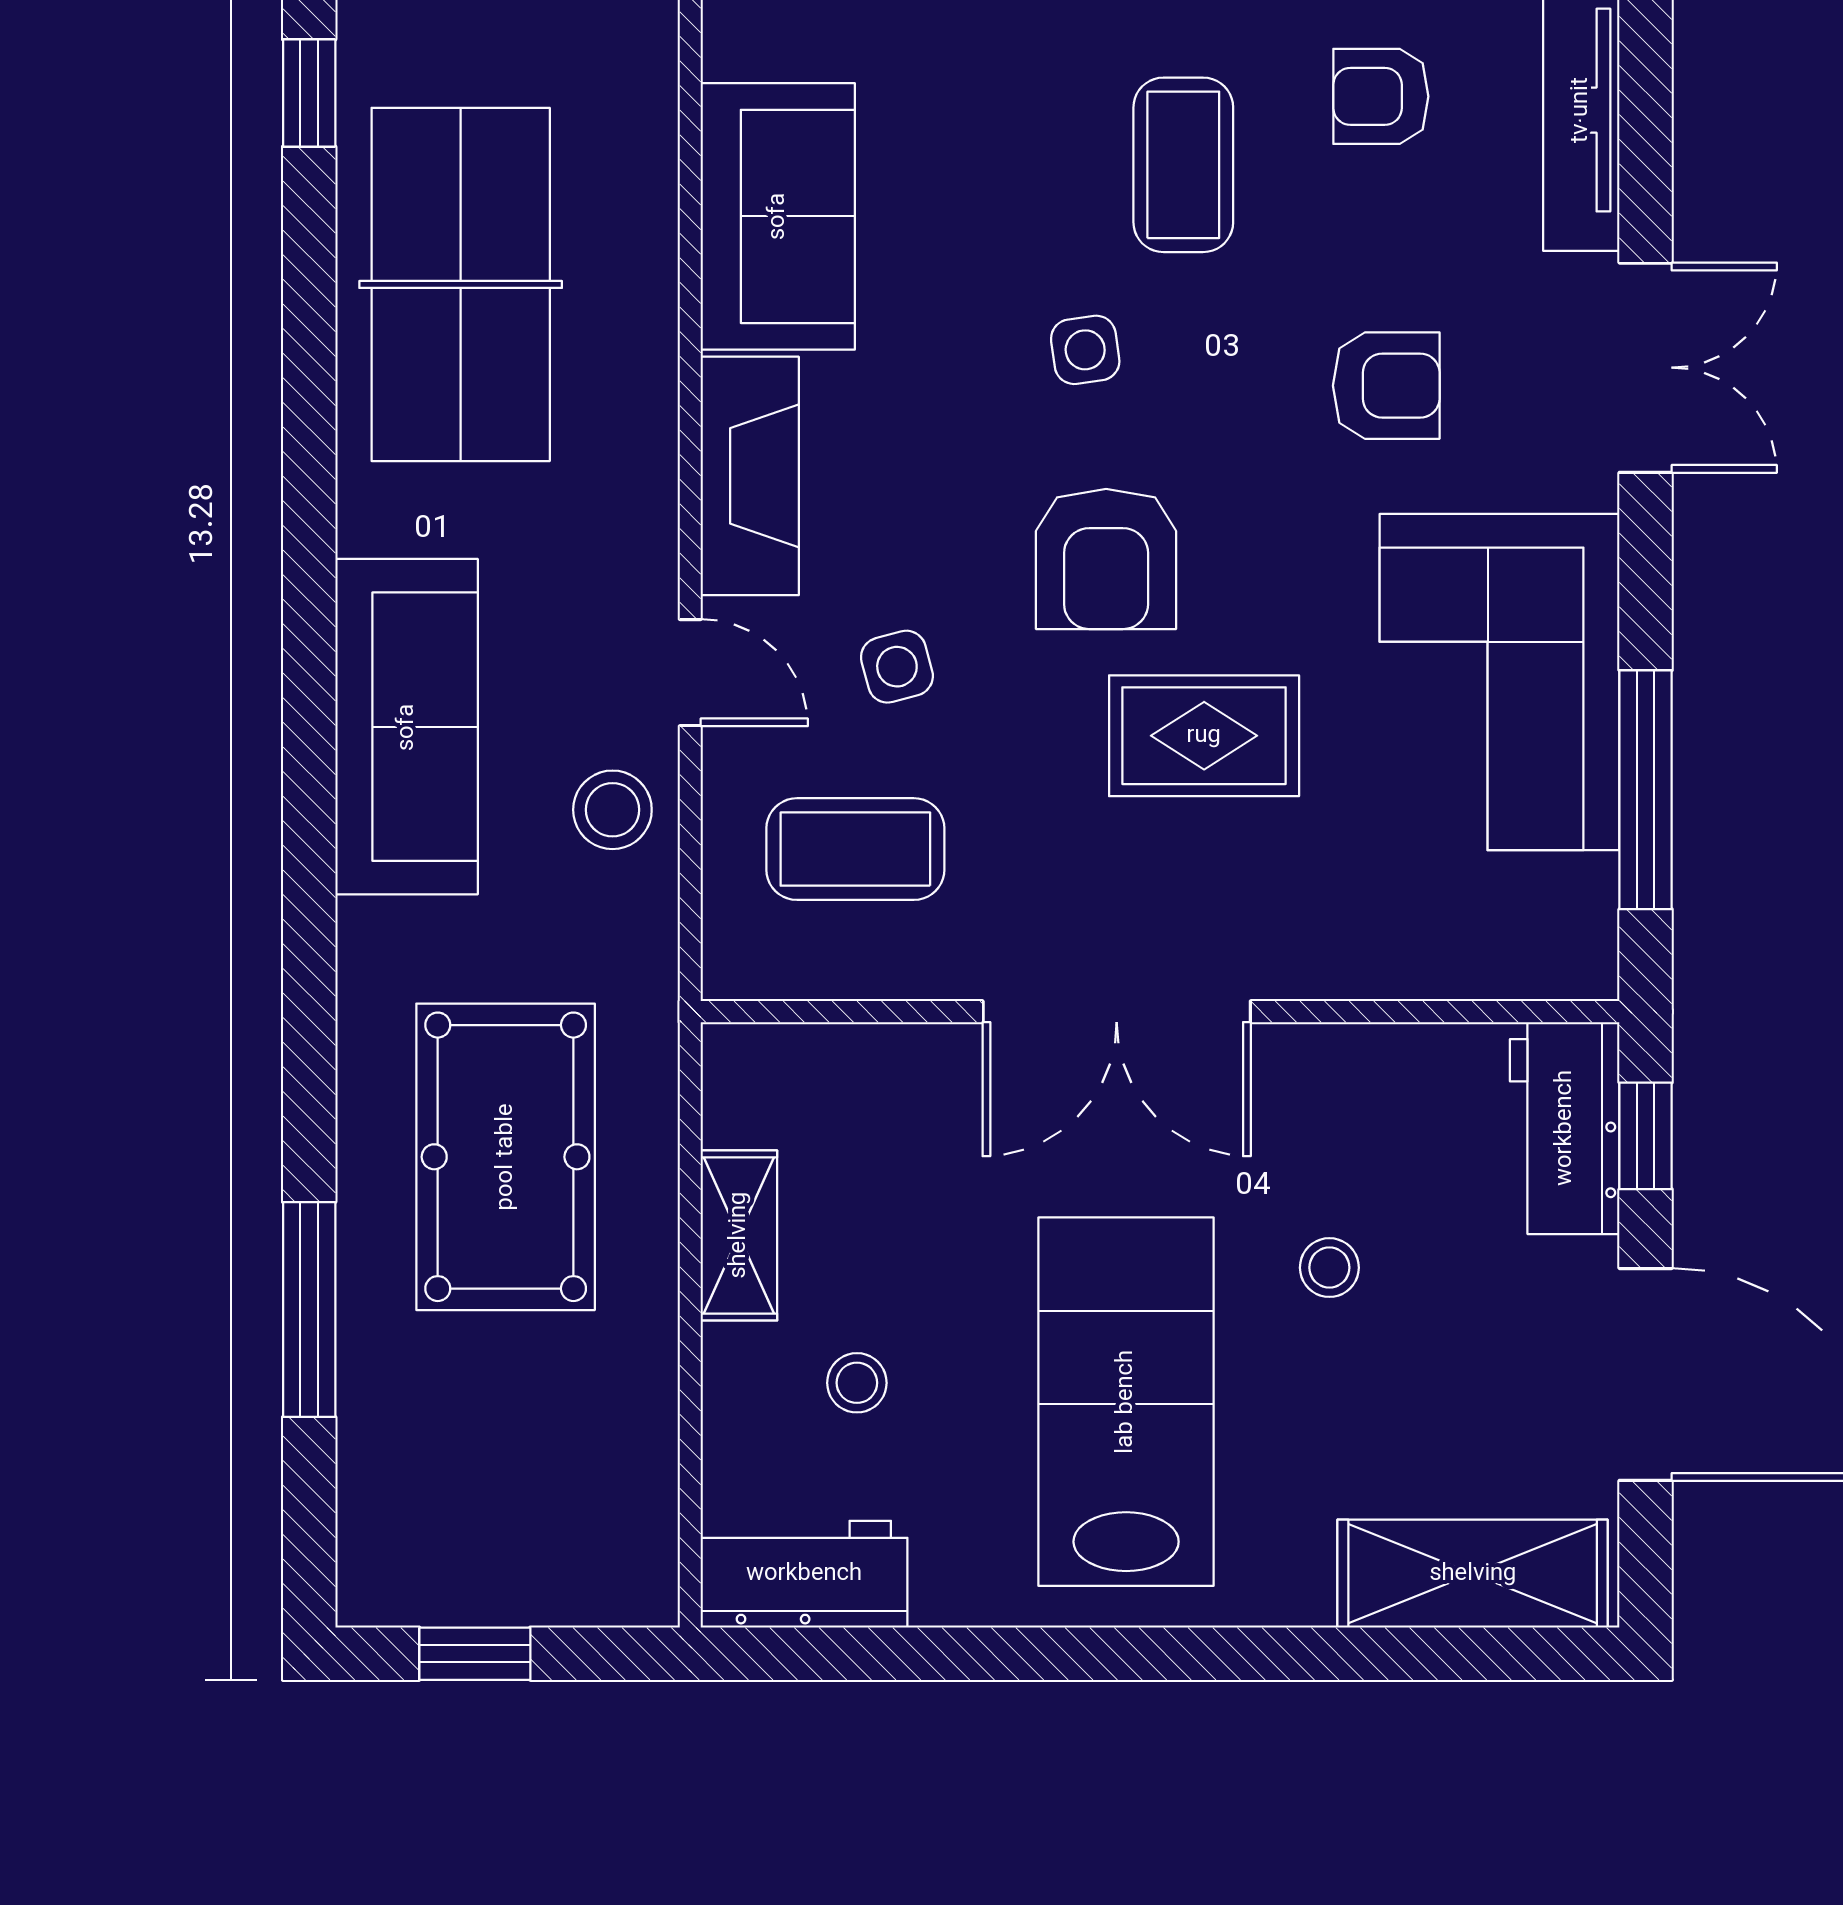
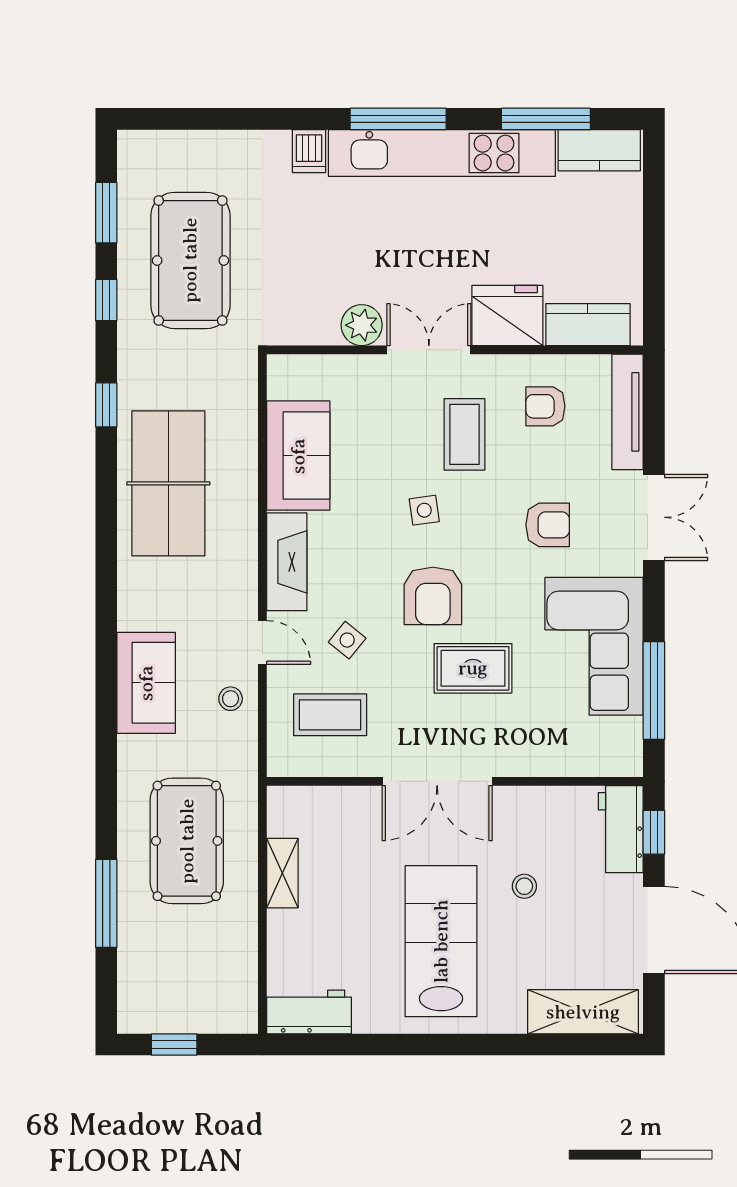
side table: (897, 667) -> (347, 640), turned -36
sofa: (407, 727) -> (146, 683), width x0.73
stool: (612, 810) -> (231, 699), width x0.73, depth x0.73
stool: (857, 1383) -> (331, 934), removed

